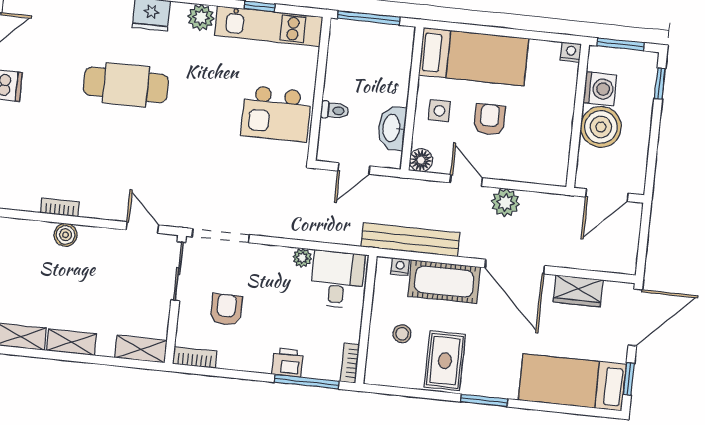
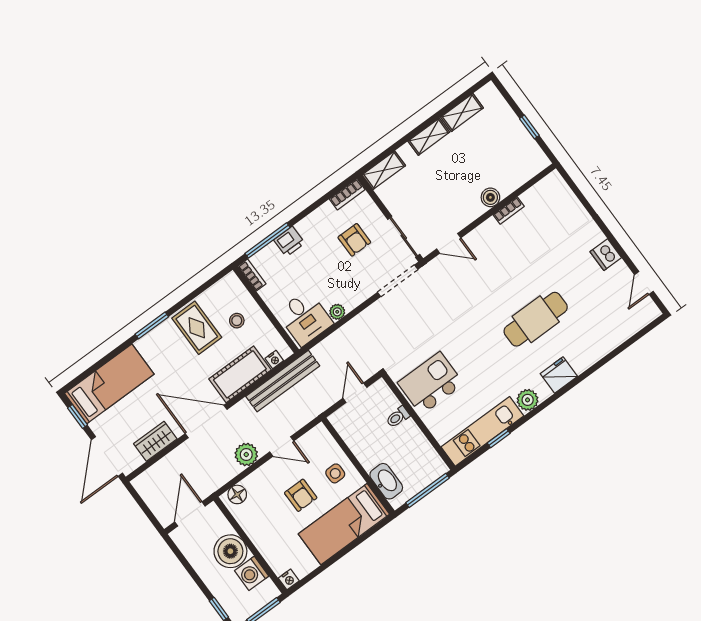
washbasin: (392, 128) -> (386, 481), moved
floor lamp: (421, 160) -> (237, 494), moved

